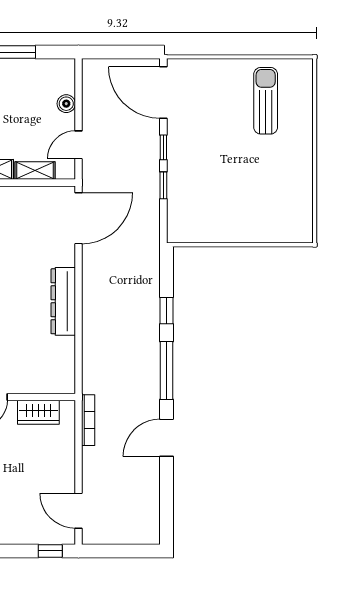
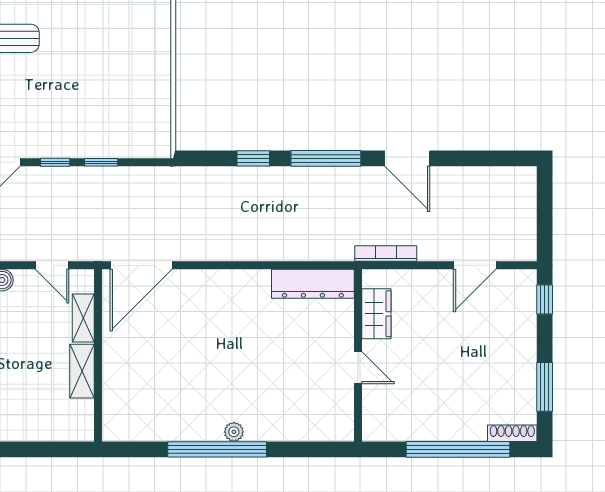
door: (78, 218) -> (141, 265), swing flipped
dresser: (63, 301) -> (313, 284), moved
door: (78, 511) -> (475, 265), moved

